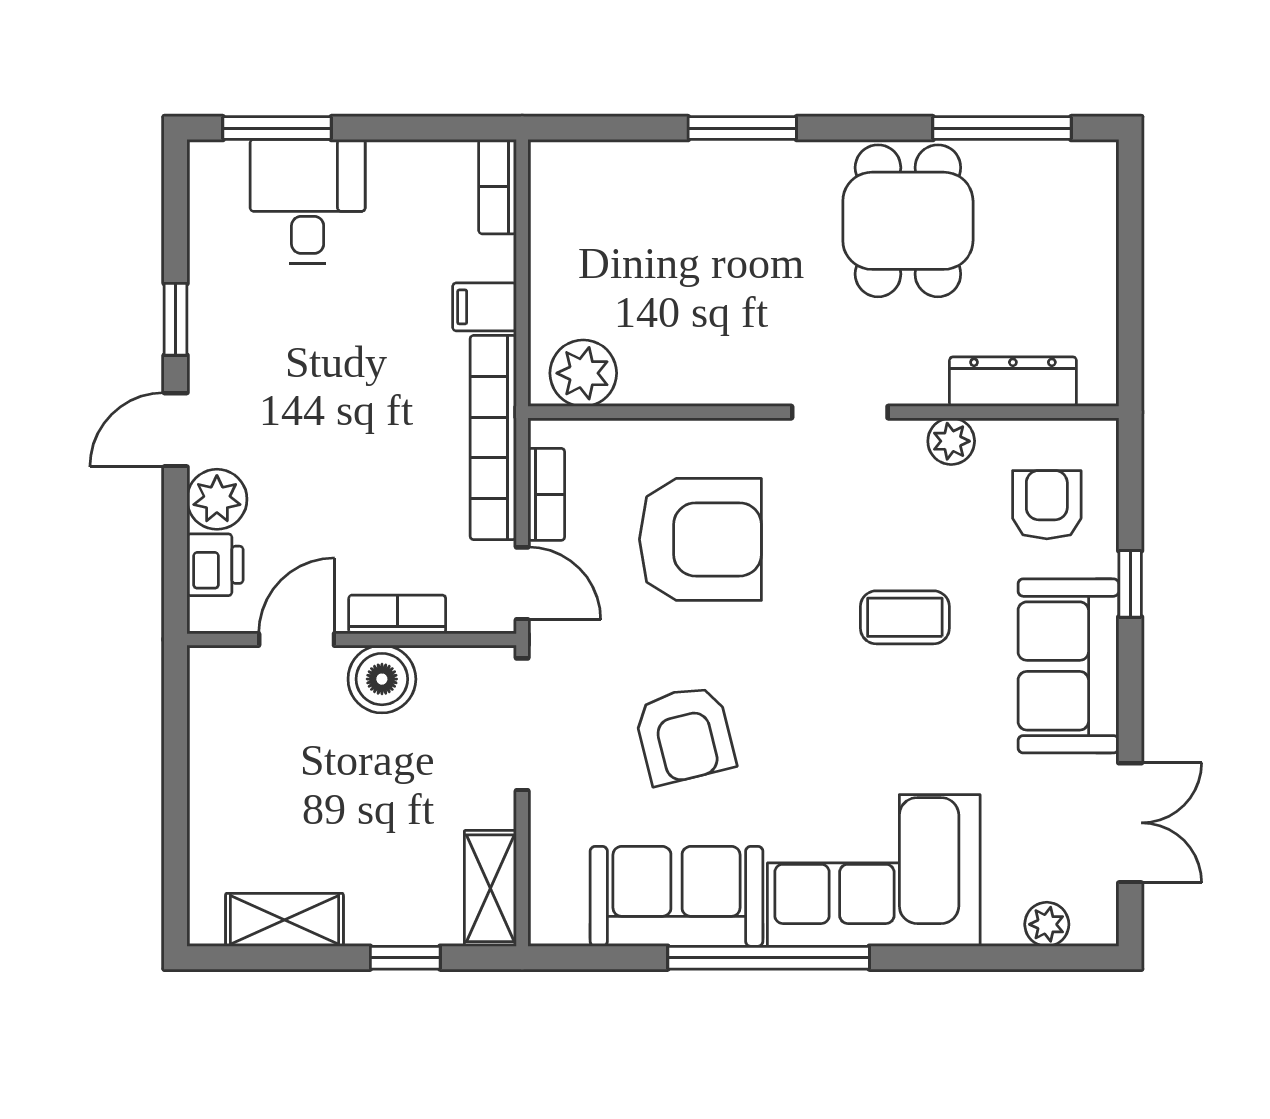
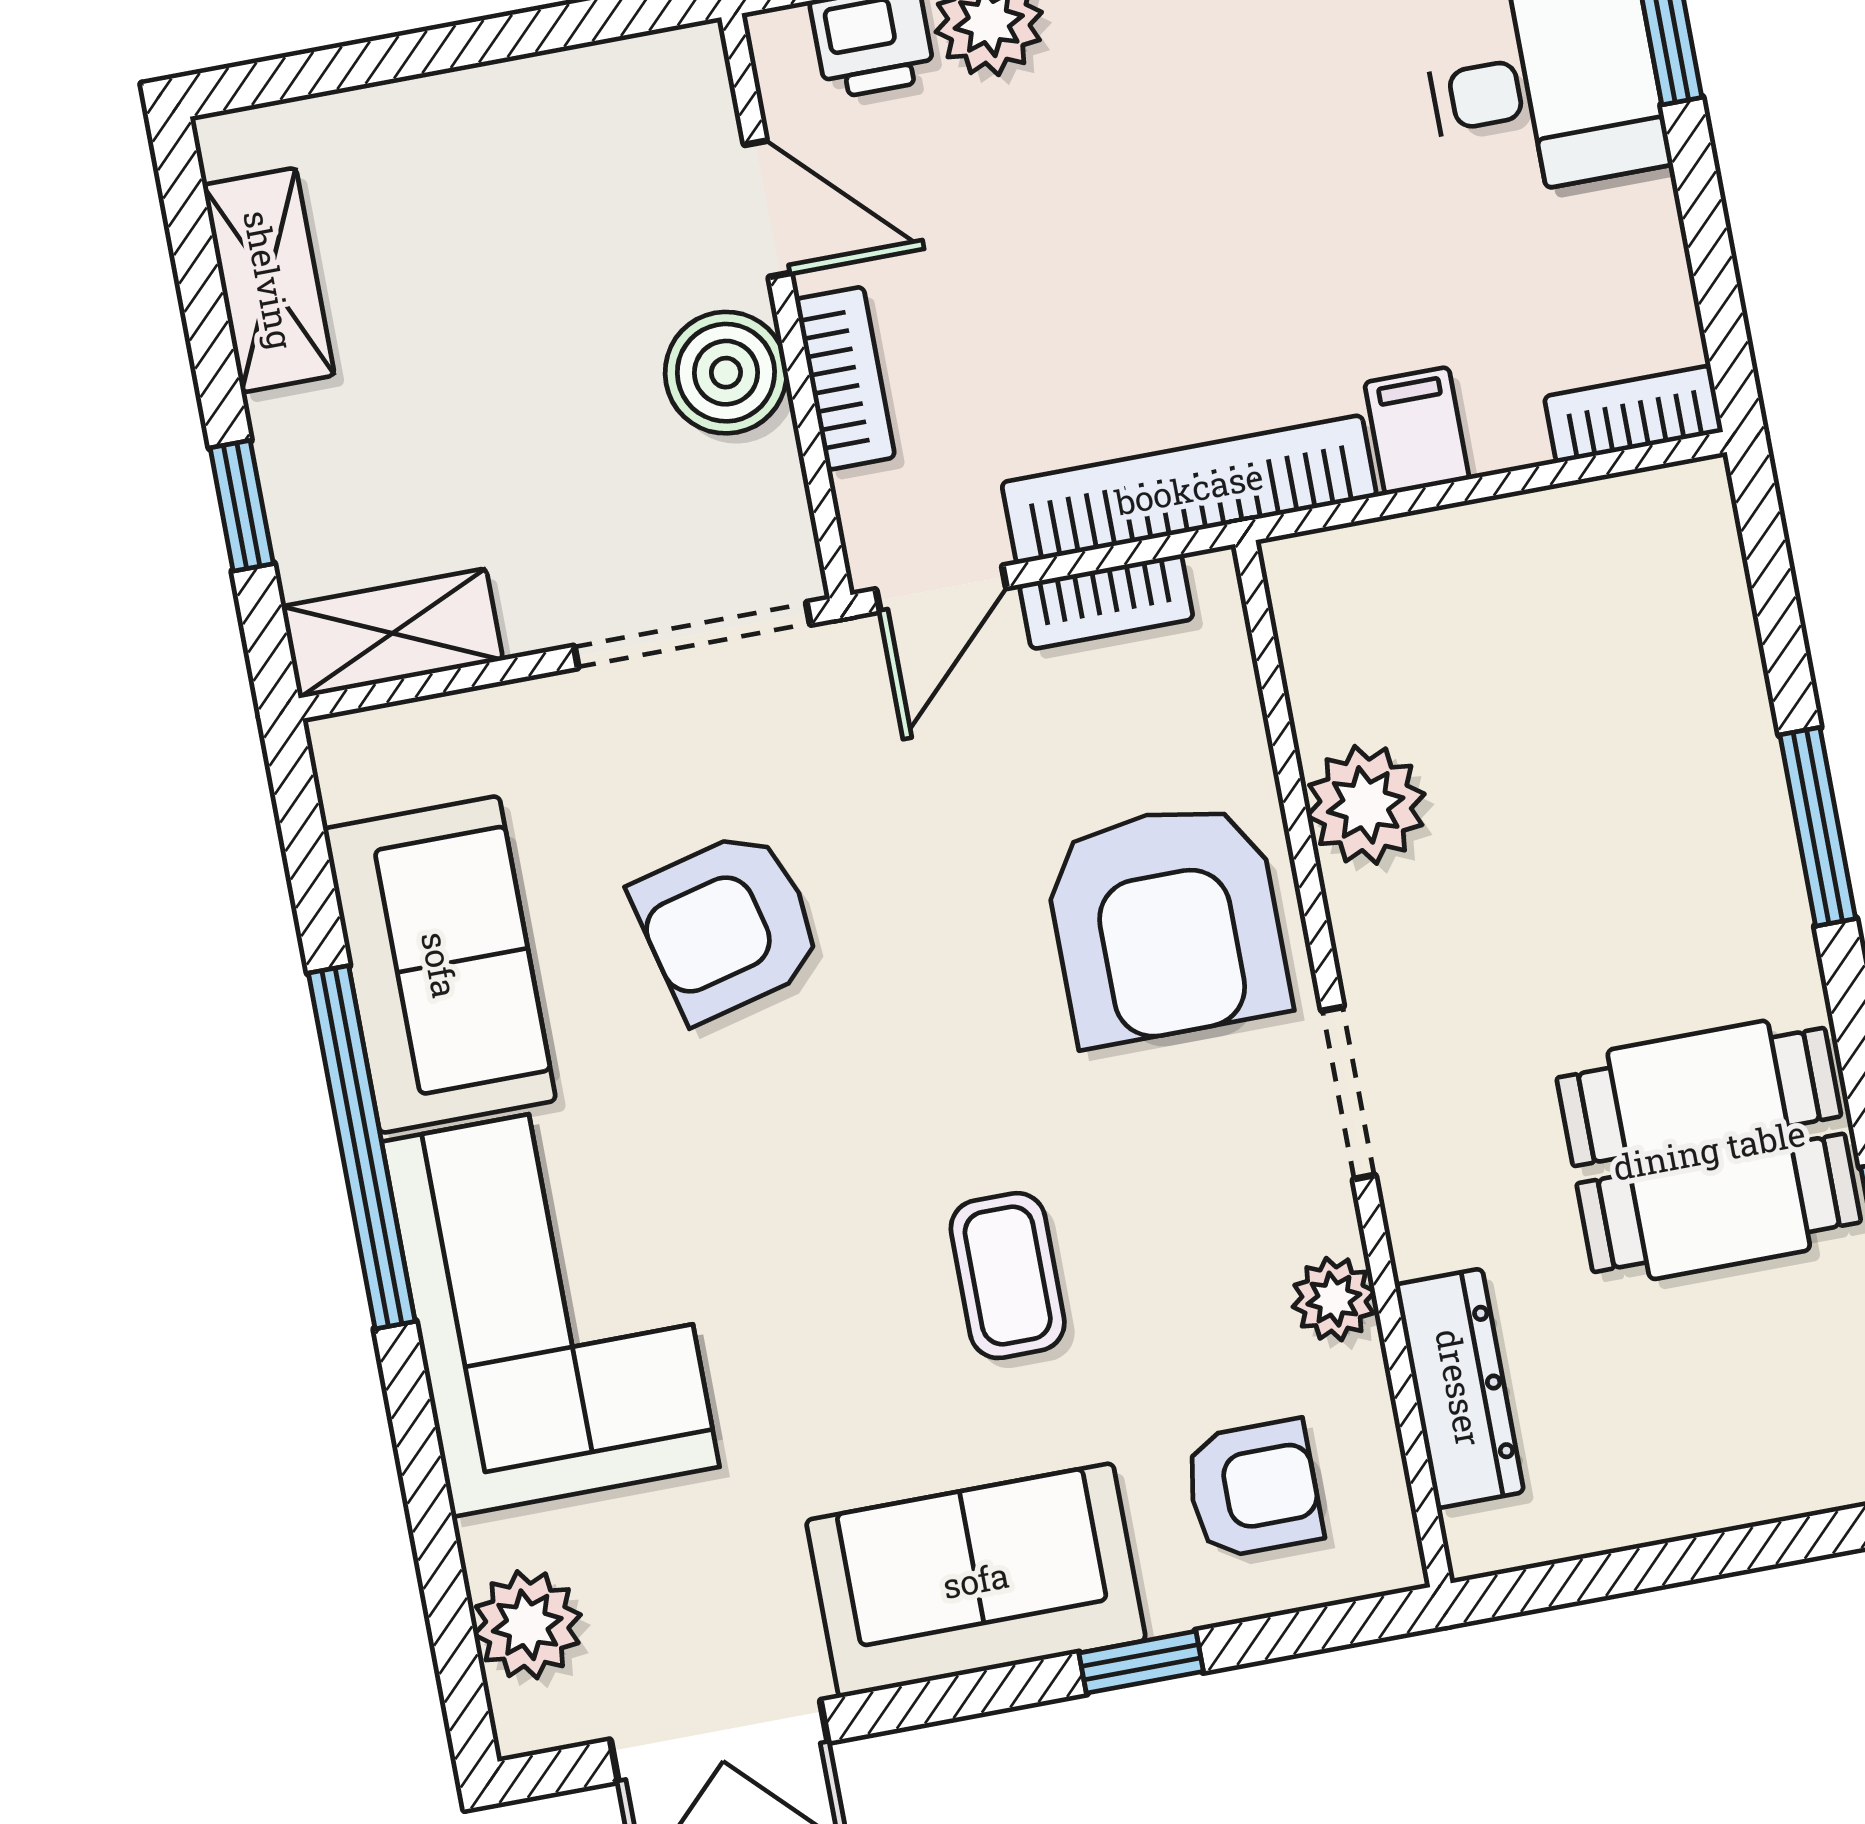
plant: (583, 373) -> (1366, 805), moved
armchair: (700, 539) -> (1166, 923), moved
plant: (1047, 924) -> (527, 1625), width x1.38, depth x1.38

